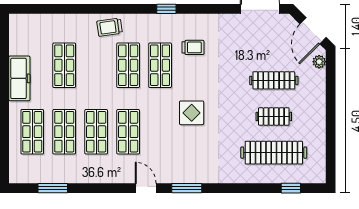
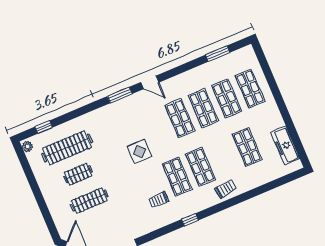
plant: (319, 62) -> (27, 147), moved
freezer: (19, 78) -> (285, 146), moved

